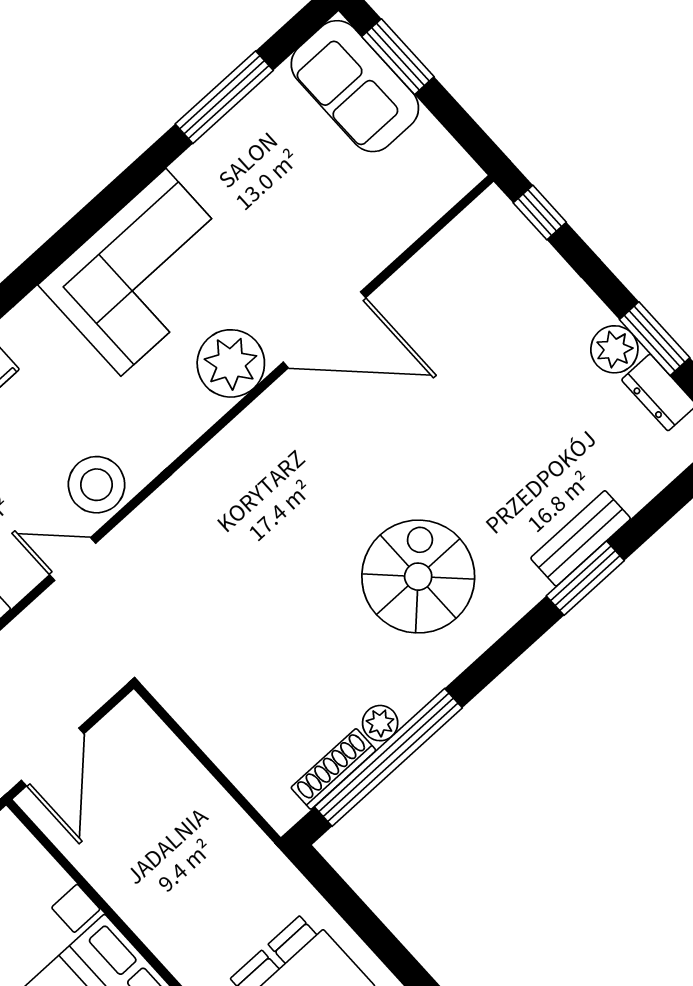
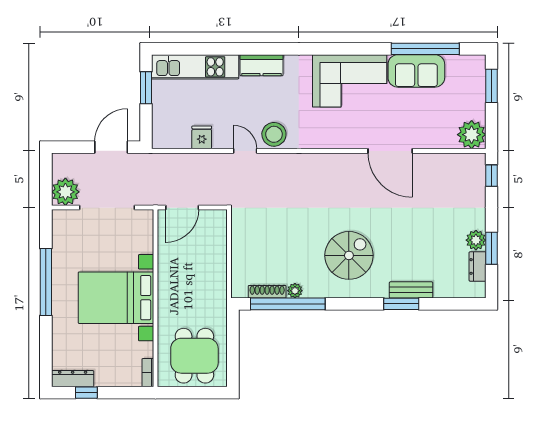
sofa: (355, 86) -> (416, 71), moved, turned -90
window: (224, 97) -> (425, 49), width x1.46
plant: (231, 363) -> (472, 135), moved

